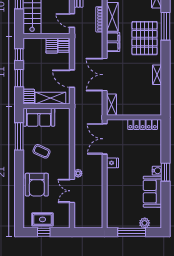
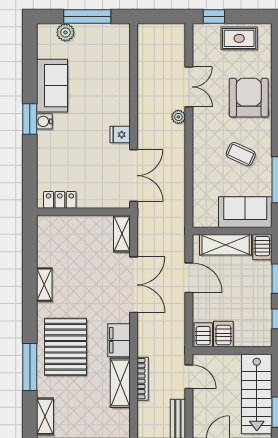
locker: (143, 124) -> (60, 200), width x0.66
window: (44, 232) -> (214, 17), moved

